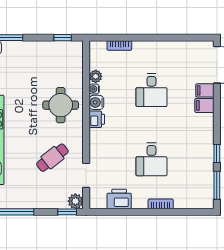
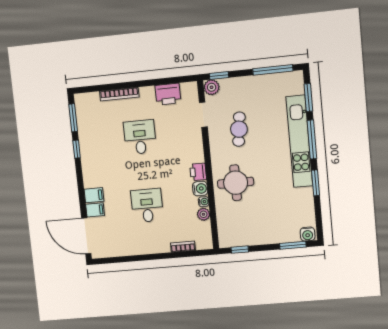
cafe table: (52, 158) -> (239, 129), turned -45
bookcase: (161, 204) -> (119, 94), width x1.56

